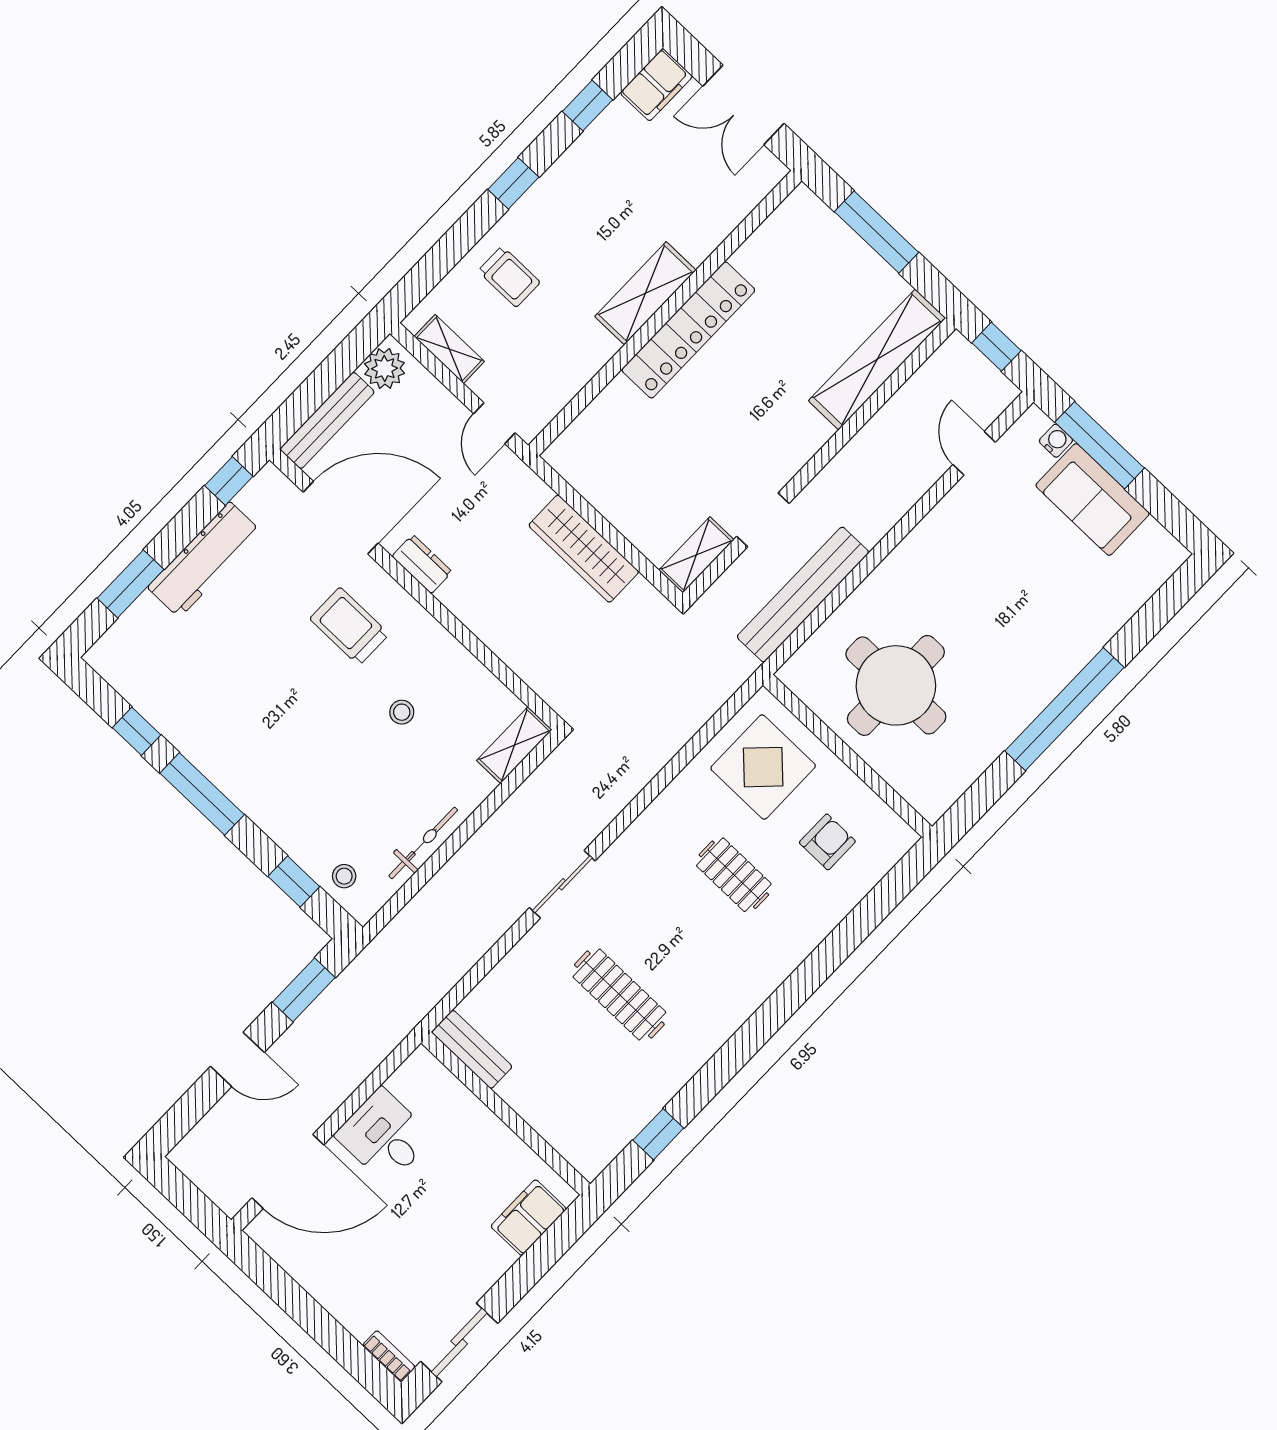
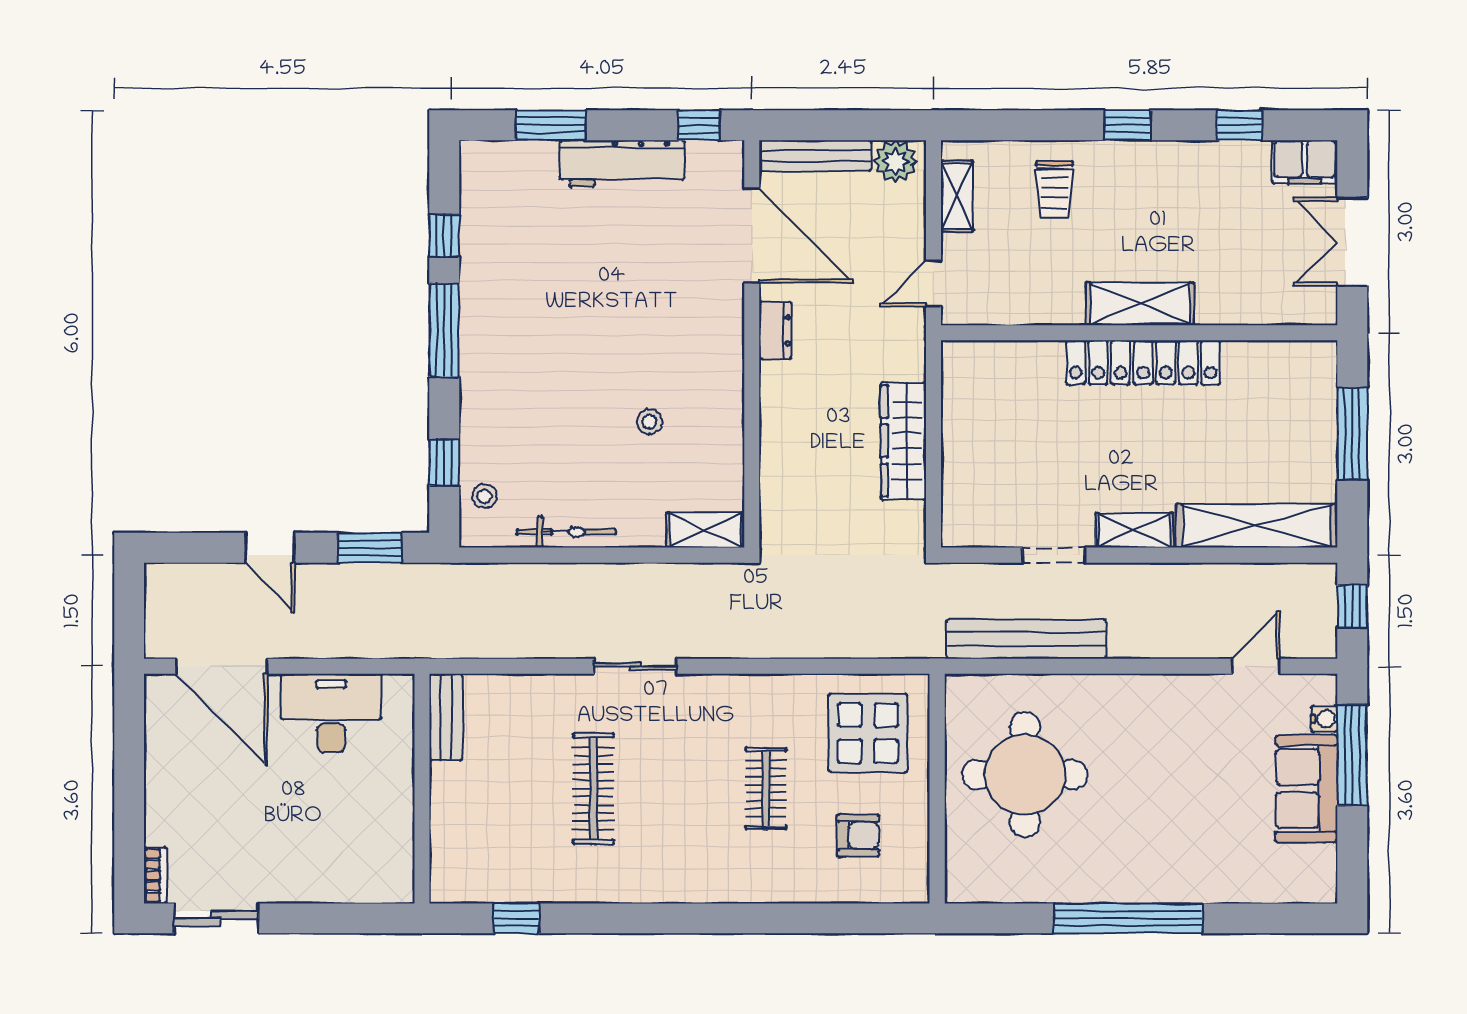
shelving: (696, 555) -> (1134, 530), moved
trolley: (349, 626) -> (676, 321), removed
desk: (384, 1136) -> (331, 713), width x1.37
filing cabinet: (529, 1218) -> (360, 881), removed

